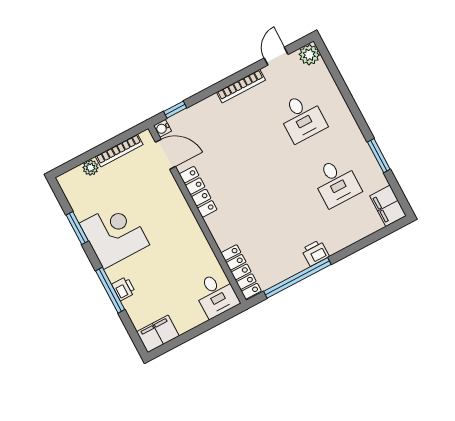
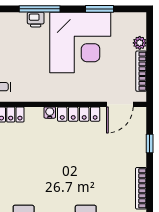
window: (175, 110) -> (150, 144), moved
water cooler: (162, 128) -> (50, 113), moved
corner desk: (114, 234) -> (80, 42), width x1.36, depth x1.36

